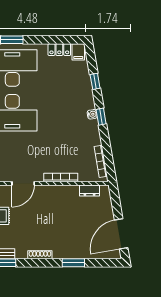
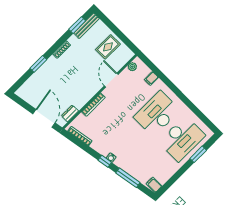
locker: (59, 50) -> (166, 176), removed
window: (95, 81) -> (128, 178), width x2.17
door: (121, 234) -> (44, 118), moved

